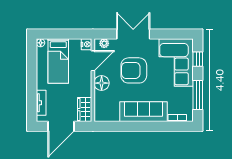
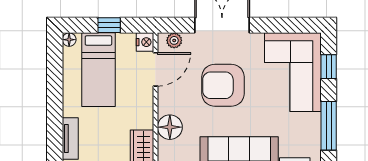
window: (65, 34) -> (109, 25), added
floor lamp: (102, 83) -> (170, 127), moved

